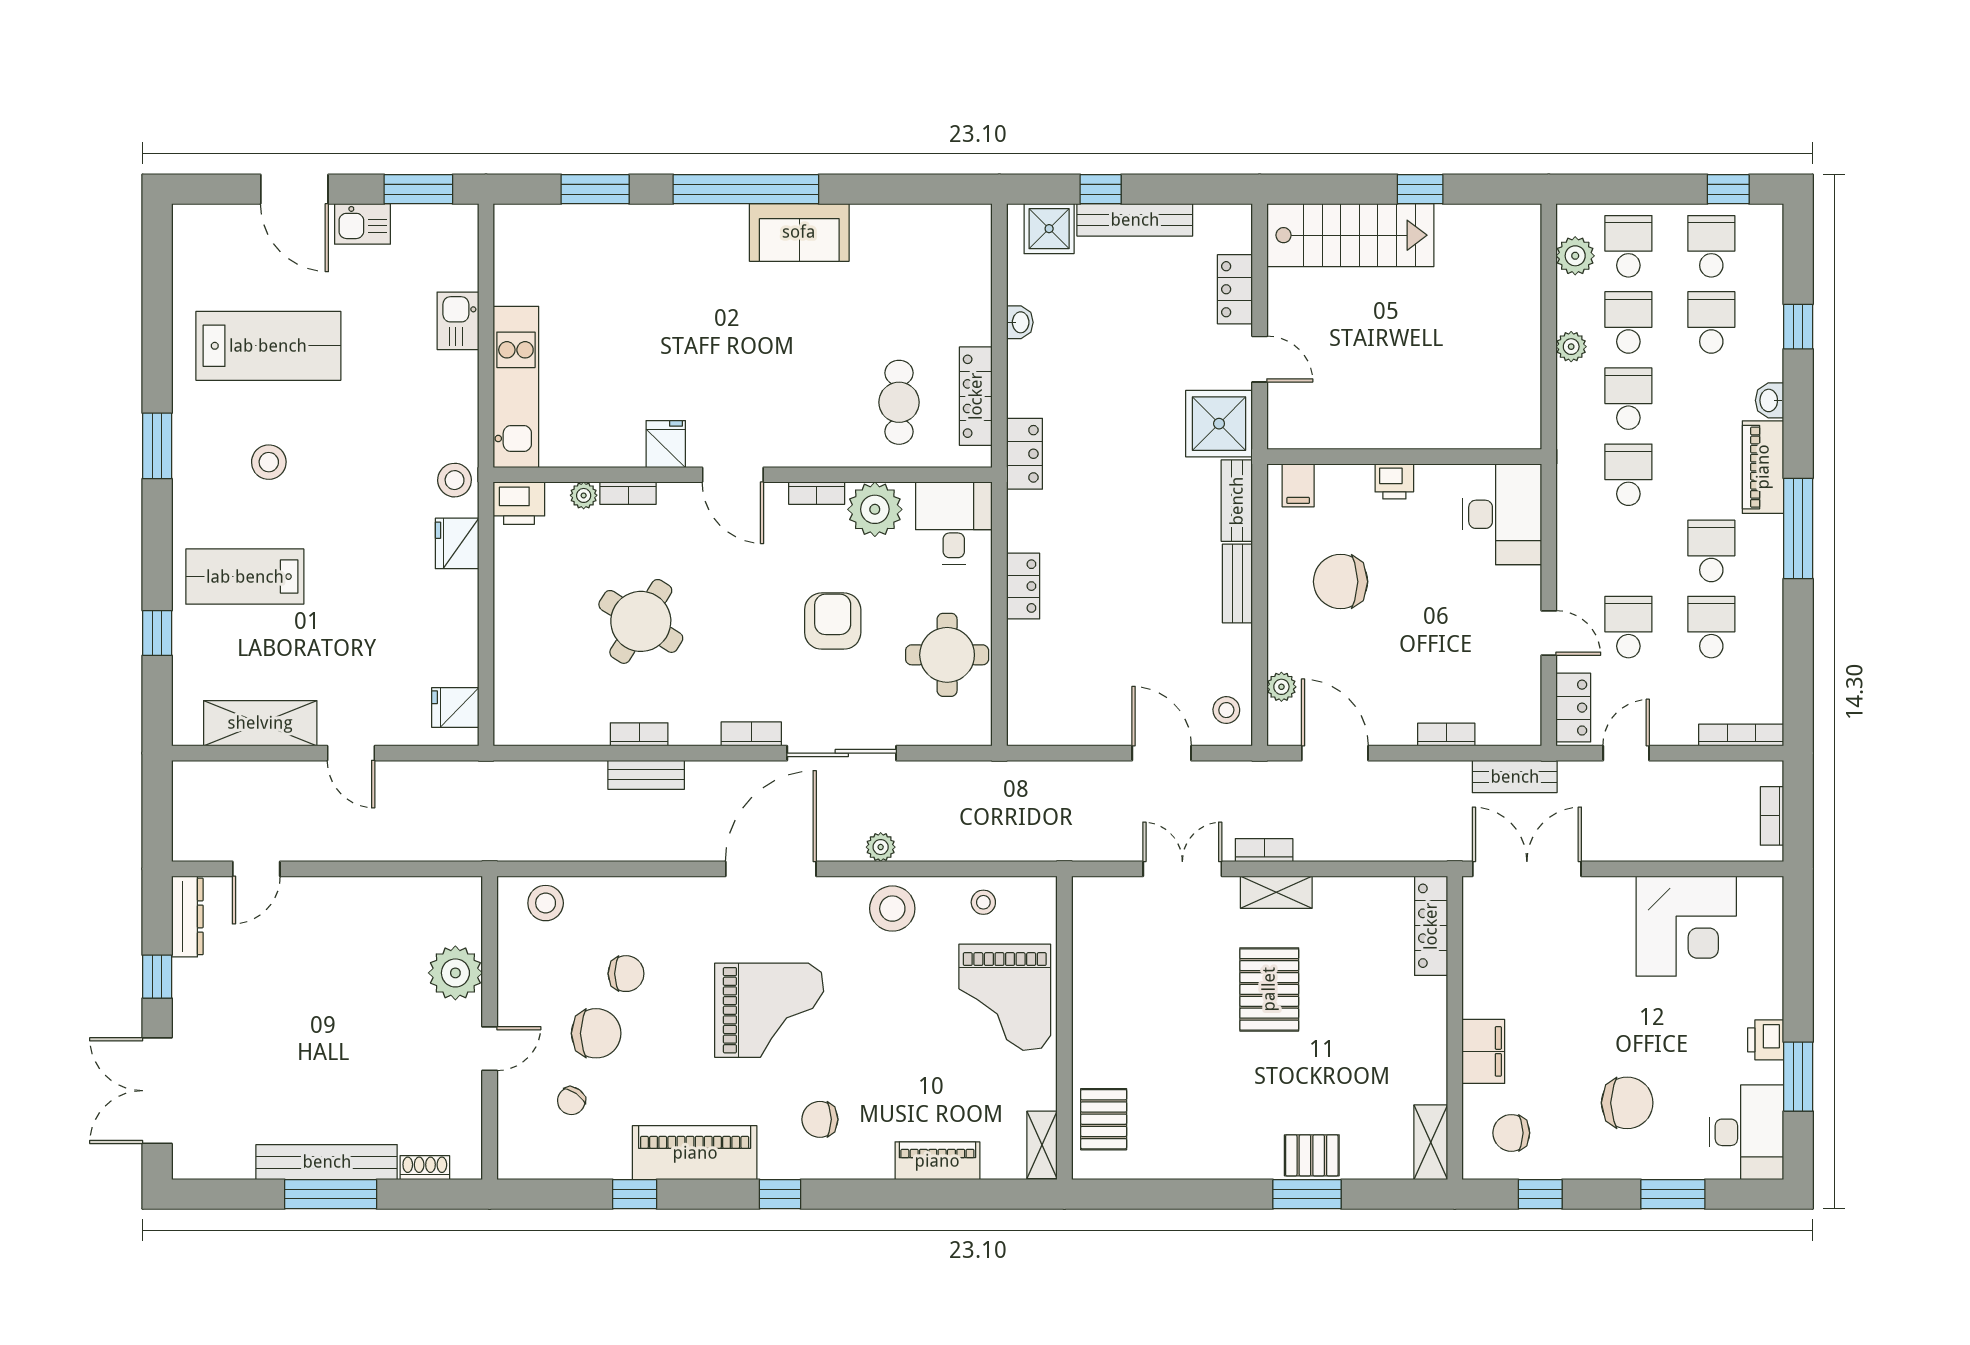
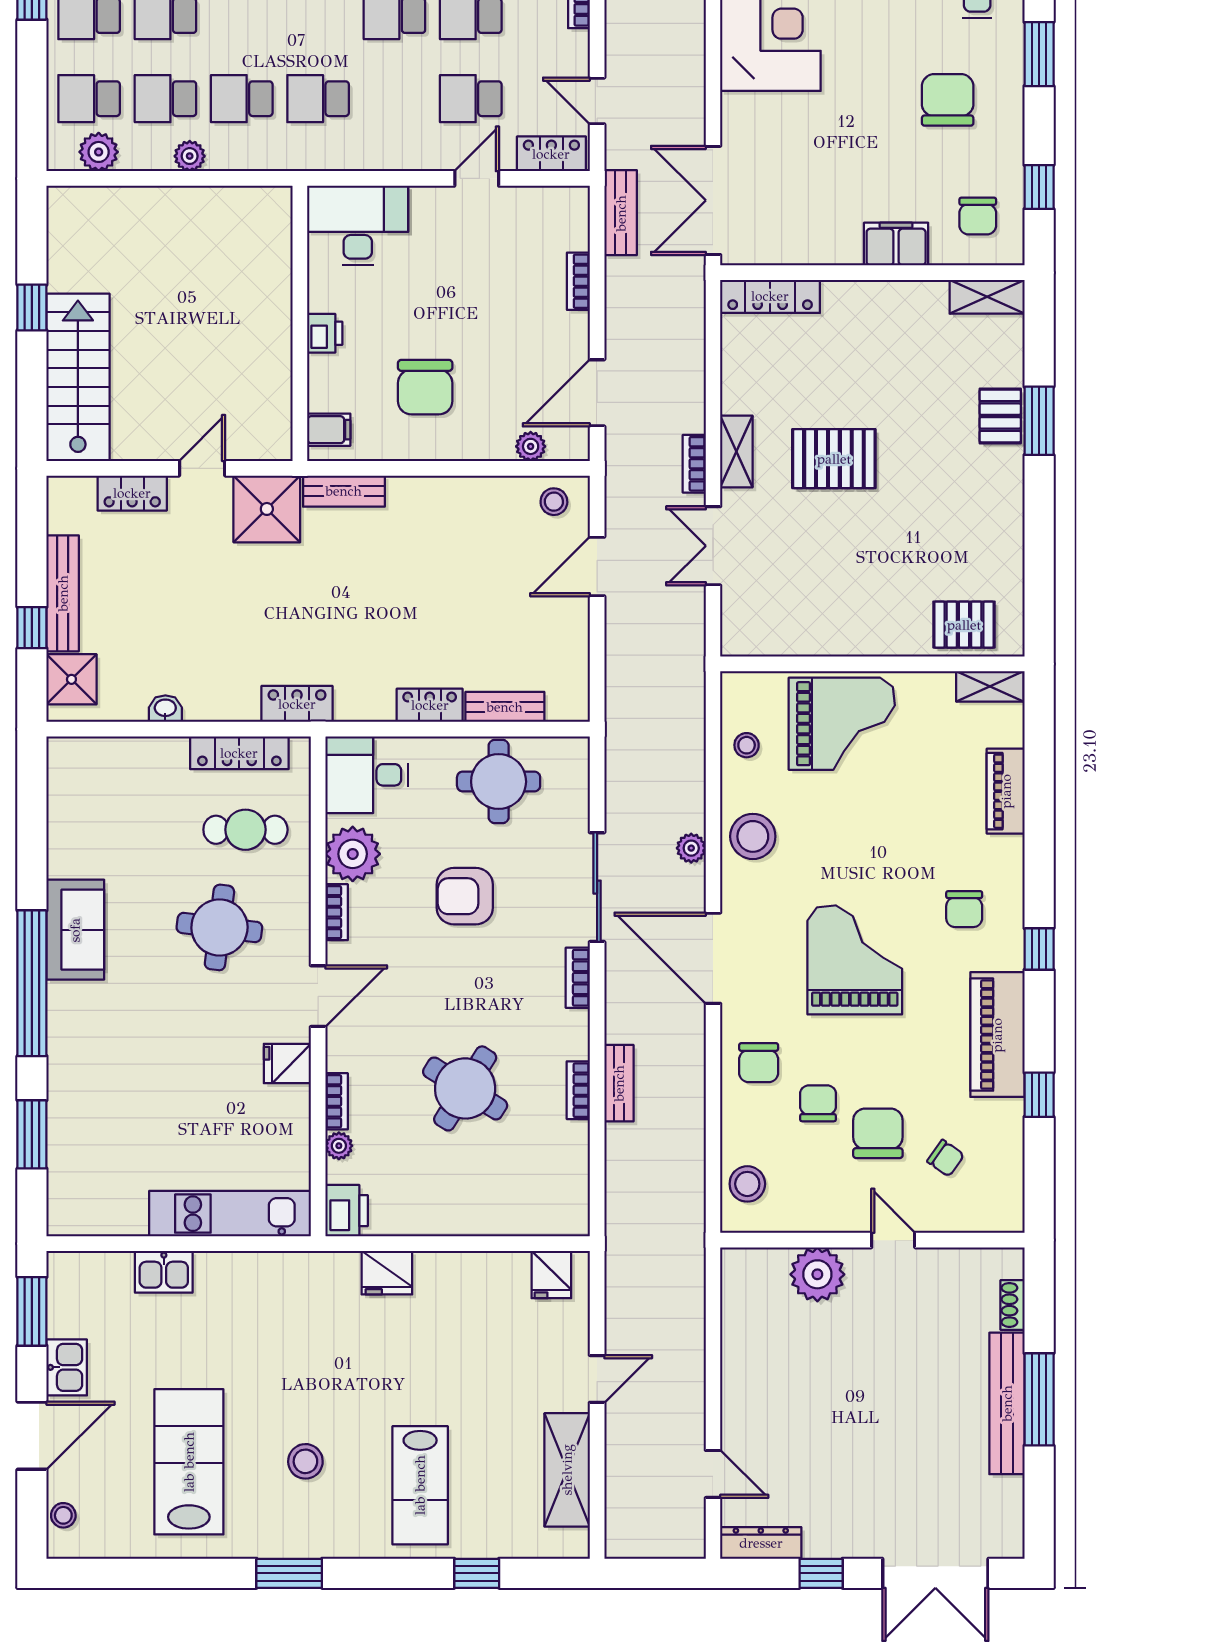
round table: (801, 376) -> (219, 927), added
stool: (455, 480) -> (63, 1515), moved, width x0.73, depth x0.73
bench: (1237, 583) -> (505, 707), moved
chair: (667, 914) -> (759, 1063), added

